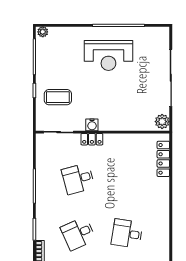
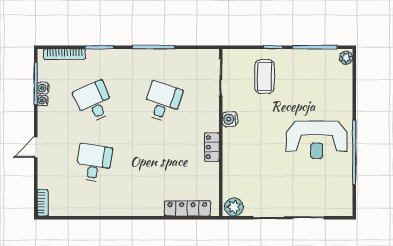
reception desk: (108, 55) -> (317, 140), turned -90
locker: (92, 139) -> (212, 147), moved
desk: (78, 179) -> (163, 102), turned 33

